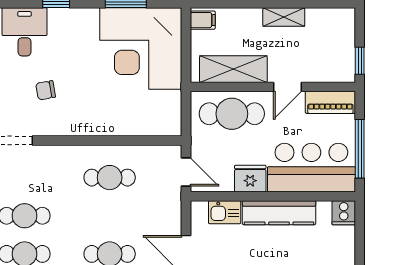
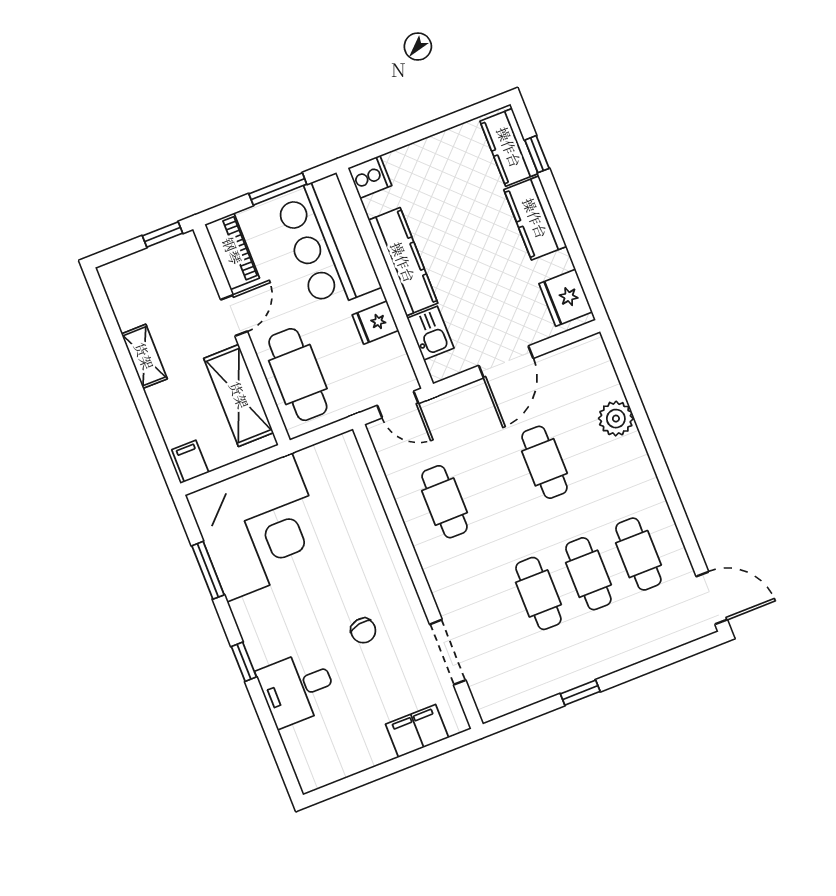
door: (287, 87) -> (234, 315), hinge flipped
window: (360, 149) -> (278, 189), width x0.69
door: (186, 172) -> (398, 404), swing flipped
fridge: (250, 179) -> (375, 323), width x0.72

